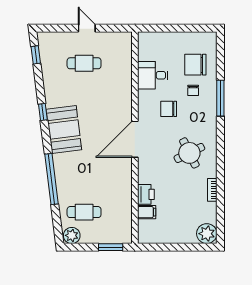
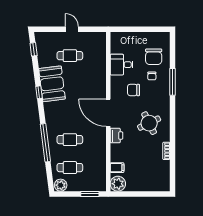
chair: (195, 65) -> (154, 57), turned -90
booth: (64, 130) -> (52, 84), moved
door: (135, 139) -> (108, 113), hinge flipped
cafe table: (84, 175) -> (70, 140), added
printer: (146, 194) -> (116, 136), moved
plant: (207, 234) -> (118, 184), moved

